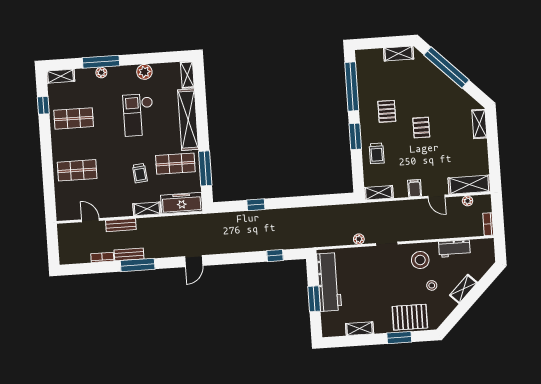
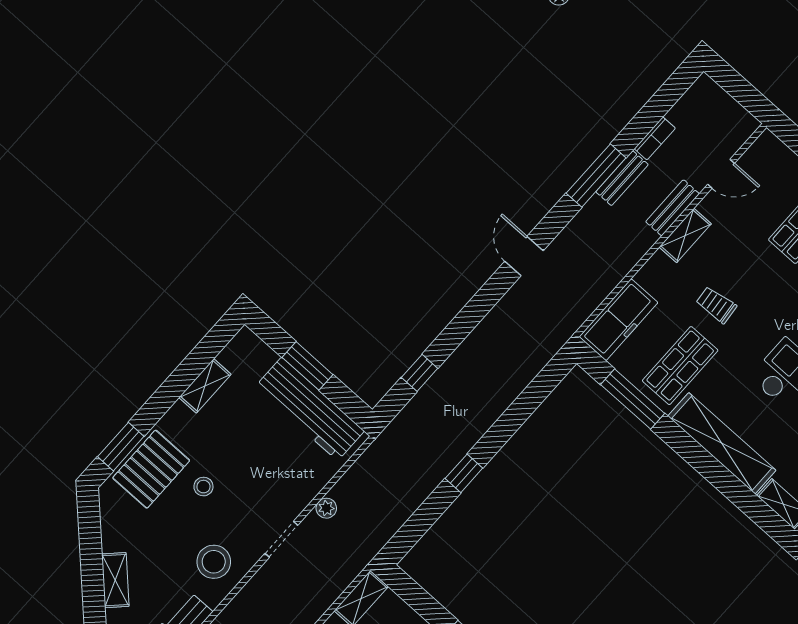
window: (256, 205) -> (464, 473), moved
shelving: (147, 209) -> (685, 235), moved
stool: (432, 285) -> (203, 487), moved
window: (399, 338) -> (121, 447), moved

